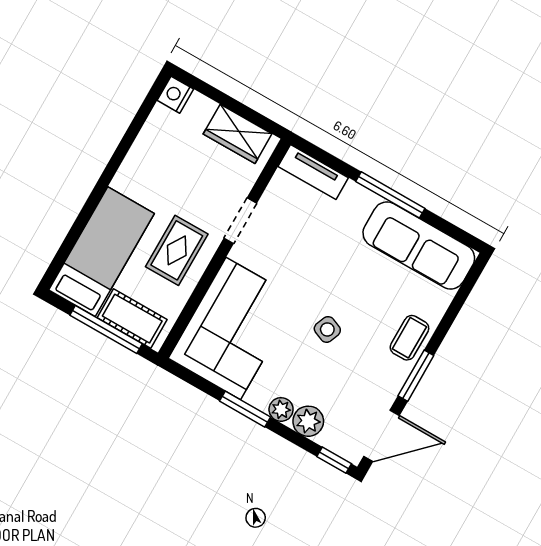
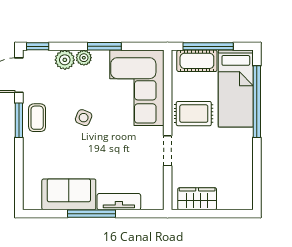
nightstand: (175, 95) -> (245, 201), removed
tv unit: (313, 172) -> (119, 202), moved
window: (83, 218) -> (257, 102), added
sofa: (419, 245) -> (69, 194), width x0.73
rug: (177, 250) -> (194, 114), turned 90
coffee table: (409, 338) -> (37, 118), moved

